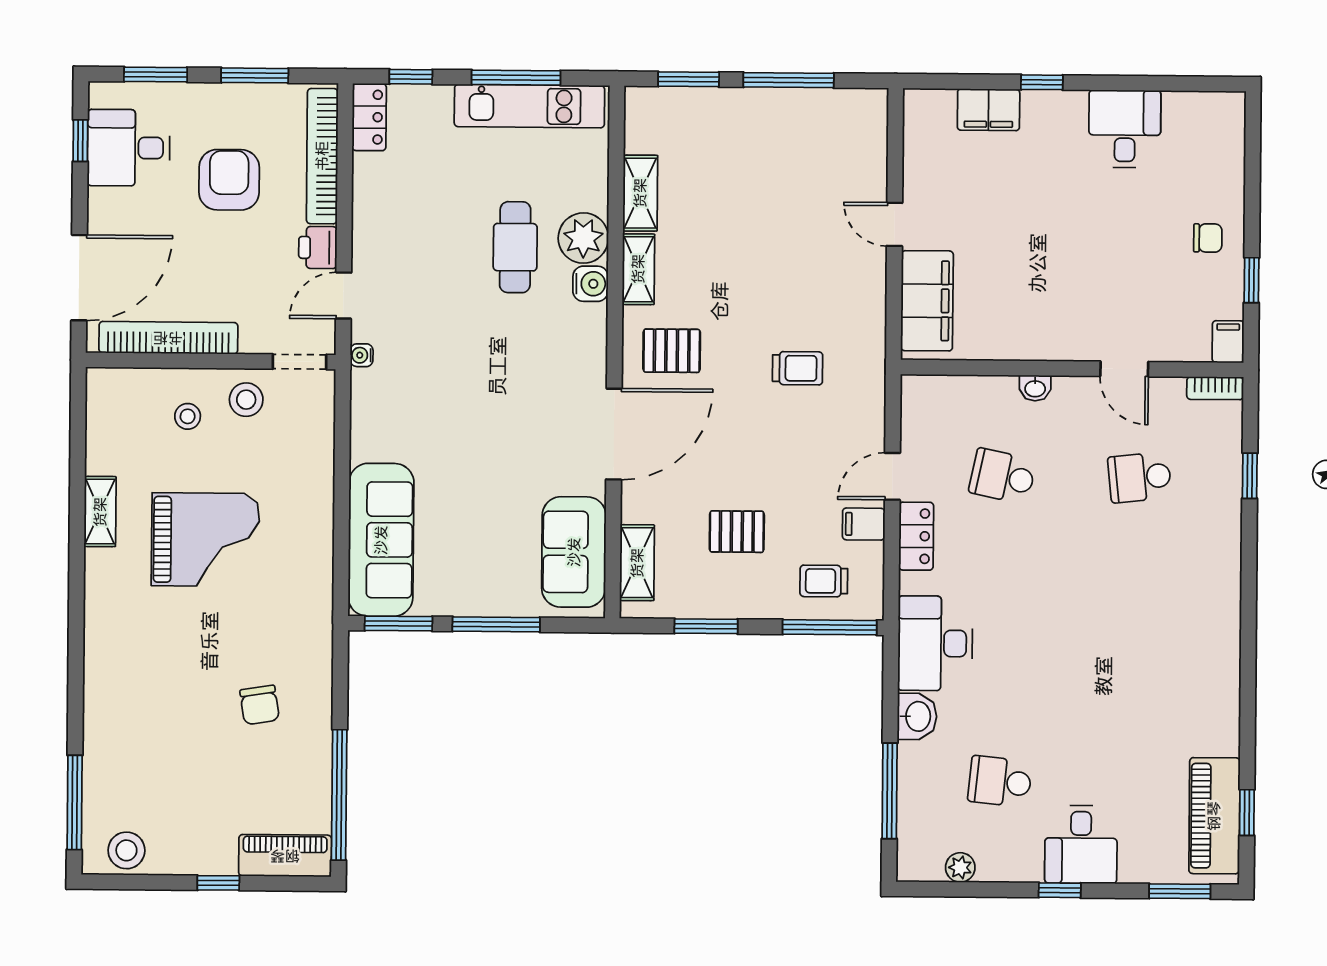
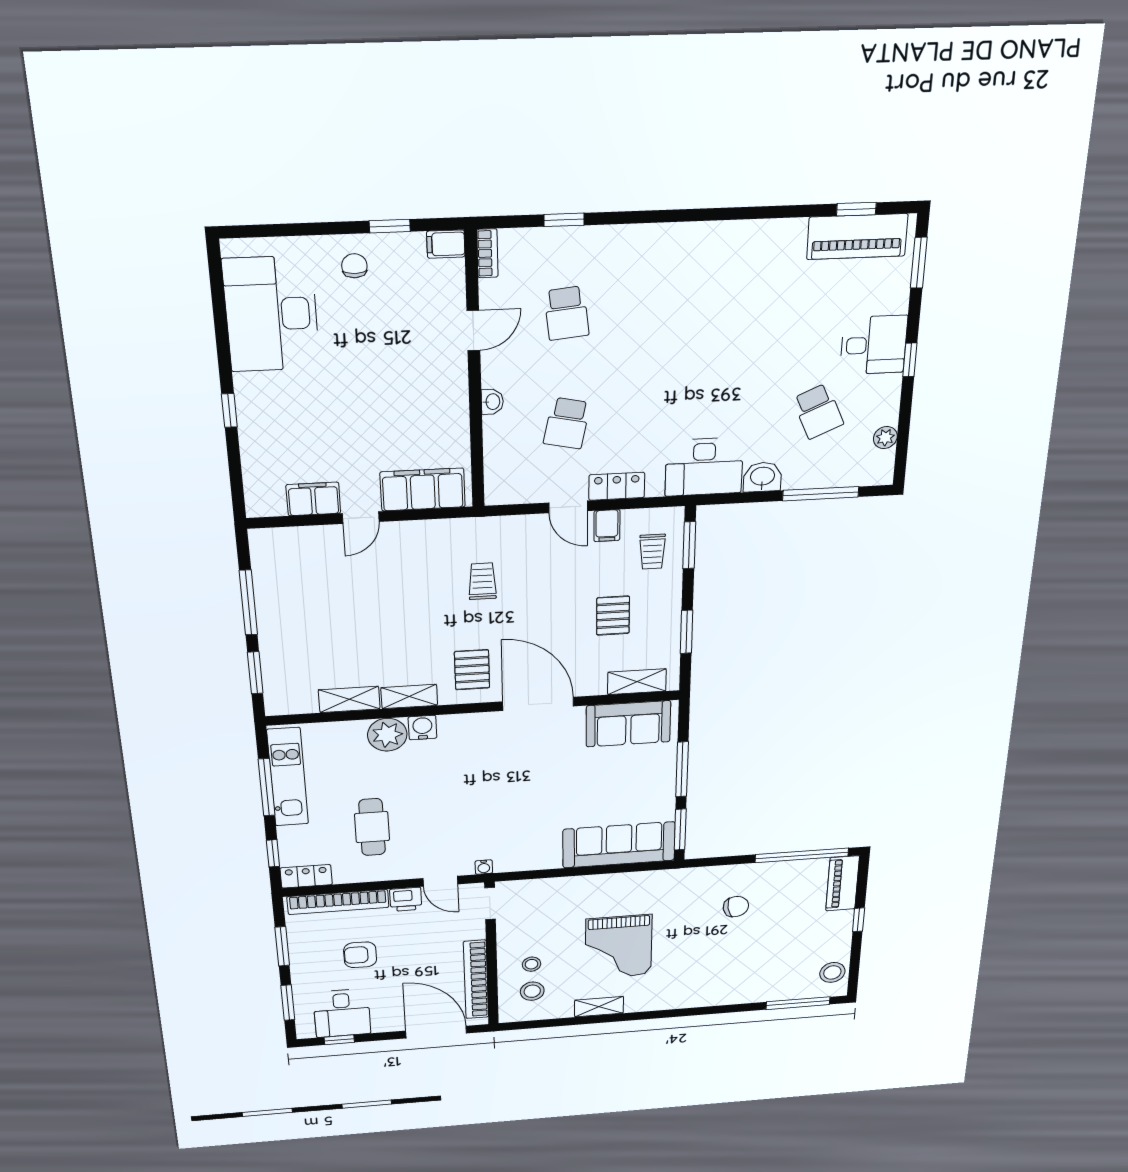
filing cabinet: (989, 110) -> (313, 499), moved, turned -90
desk: (1125, 129) -> (271, 314), width x1.87, depth x1.30
armchair: (229, 180) -> (360, 955), width x0.72, depth x0.72
cafe table: (515, 247) -> (372, 827), moved, turned 90
stool: (246, 400) -> (532, 991), moved
grand piano: (205, 540) -> (619, 947), turned 180
window: (830, 627) -> (689, 545), width x0.69
school desk: (1000, 781) -> (818, 411), turned -30

